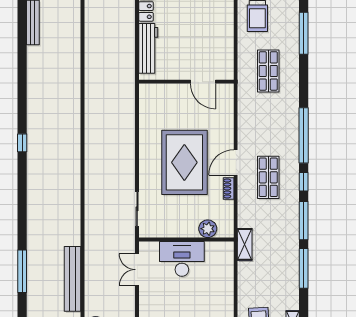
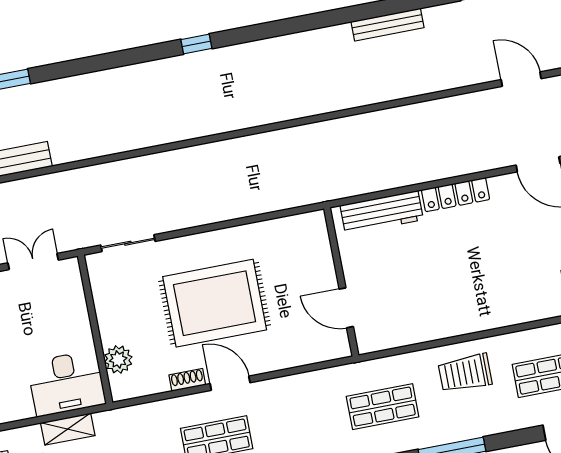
door: (203, 82) -> (346, 308), hinge flipped
shelving: (245, 244) -> (68, 429), moved
desk: (182, 259) -> (66, 383), moved, turned 90

